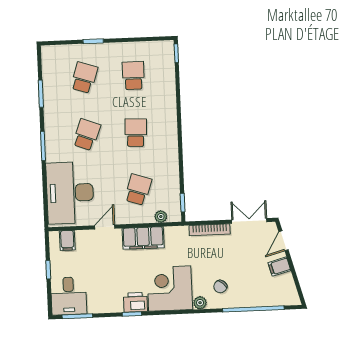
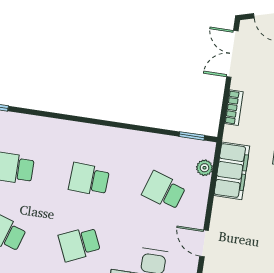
school desk: (87, 135) -> (79, 244), turned -45
bookcase: (210, 230) -> (234, 108), width x0.64
filing cabinet: (143, 238) -> (232, 171), moved

